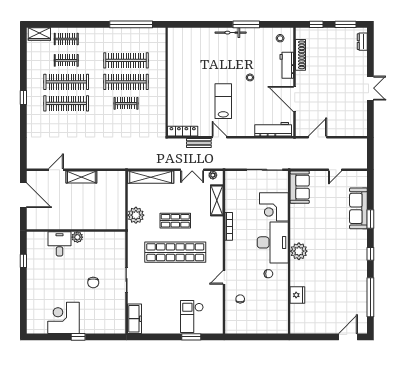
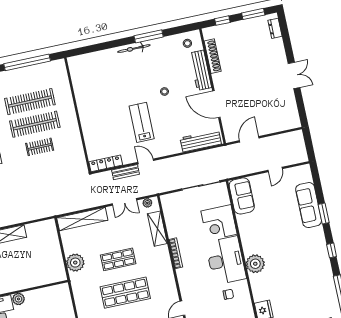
workbench: (287, 65) -> (201, 70), width x1.38
shop shelf: (175, 252) -> (125, 293), width x0.71

